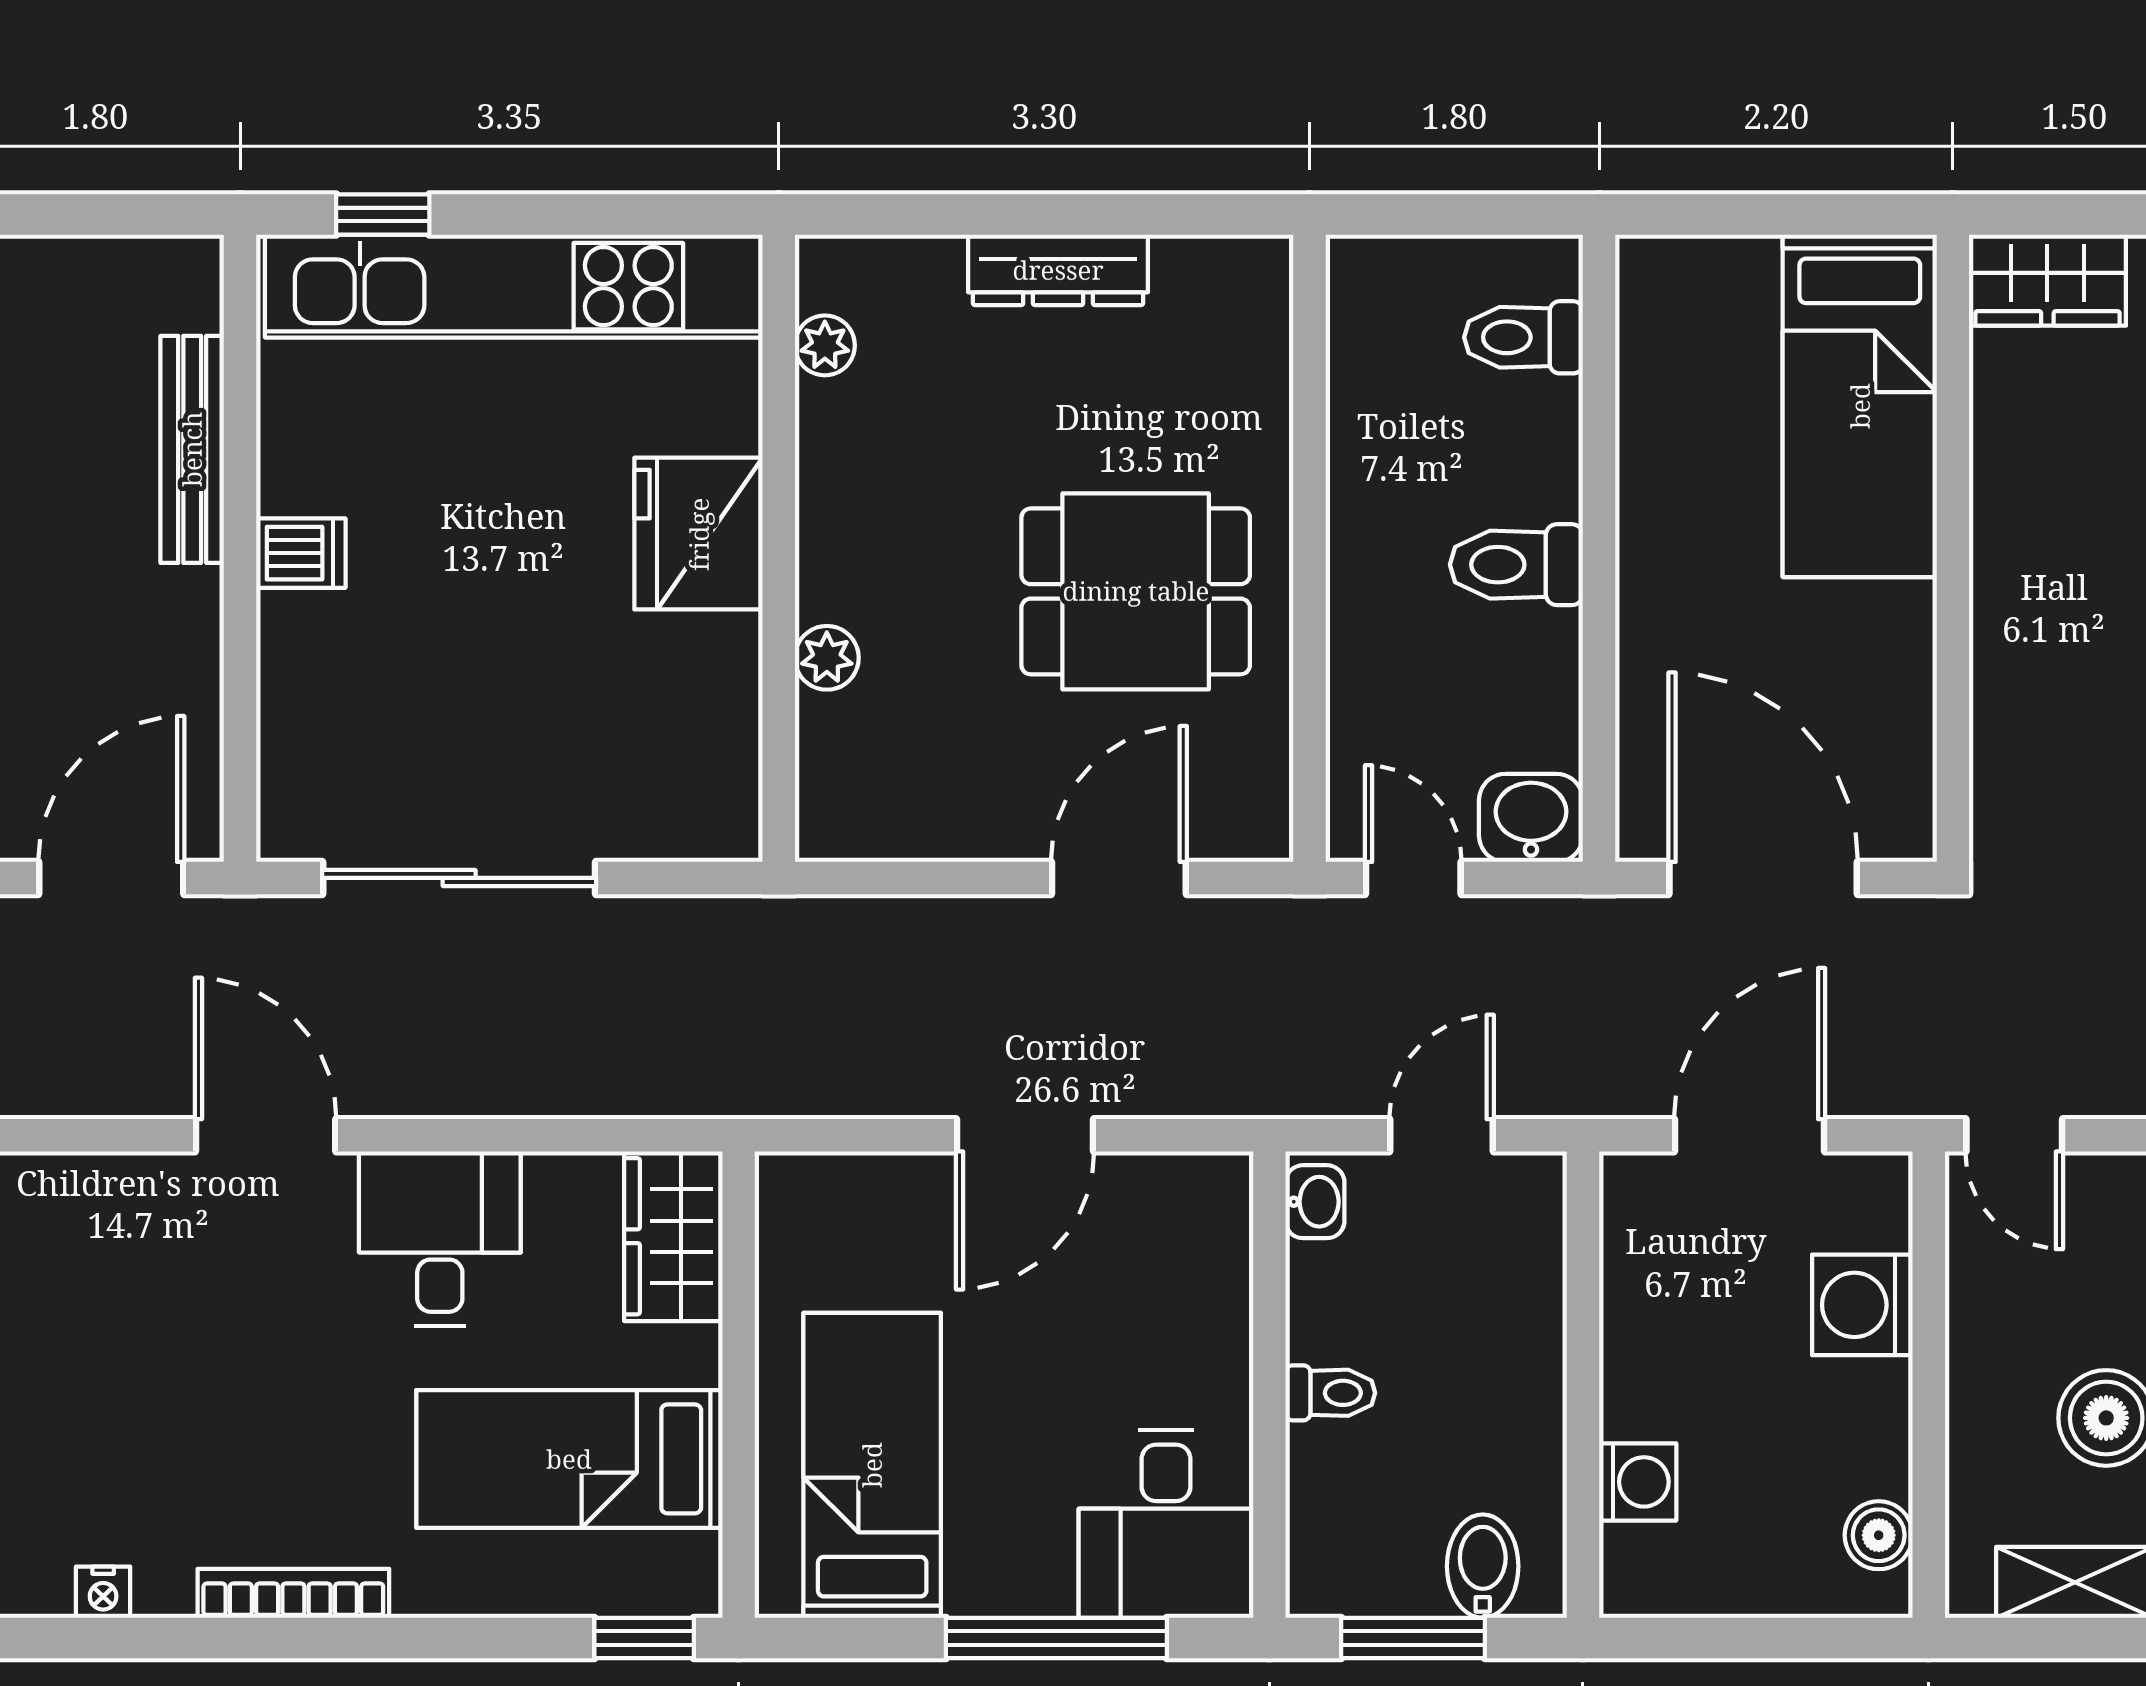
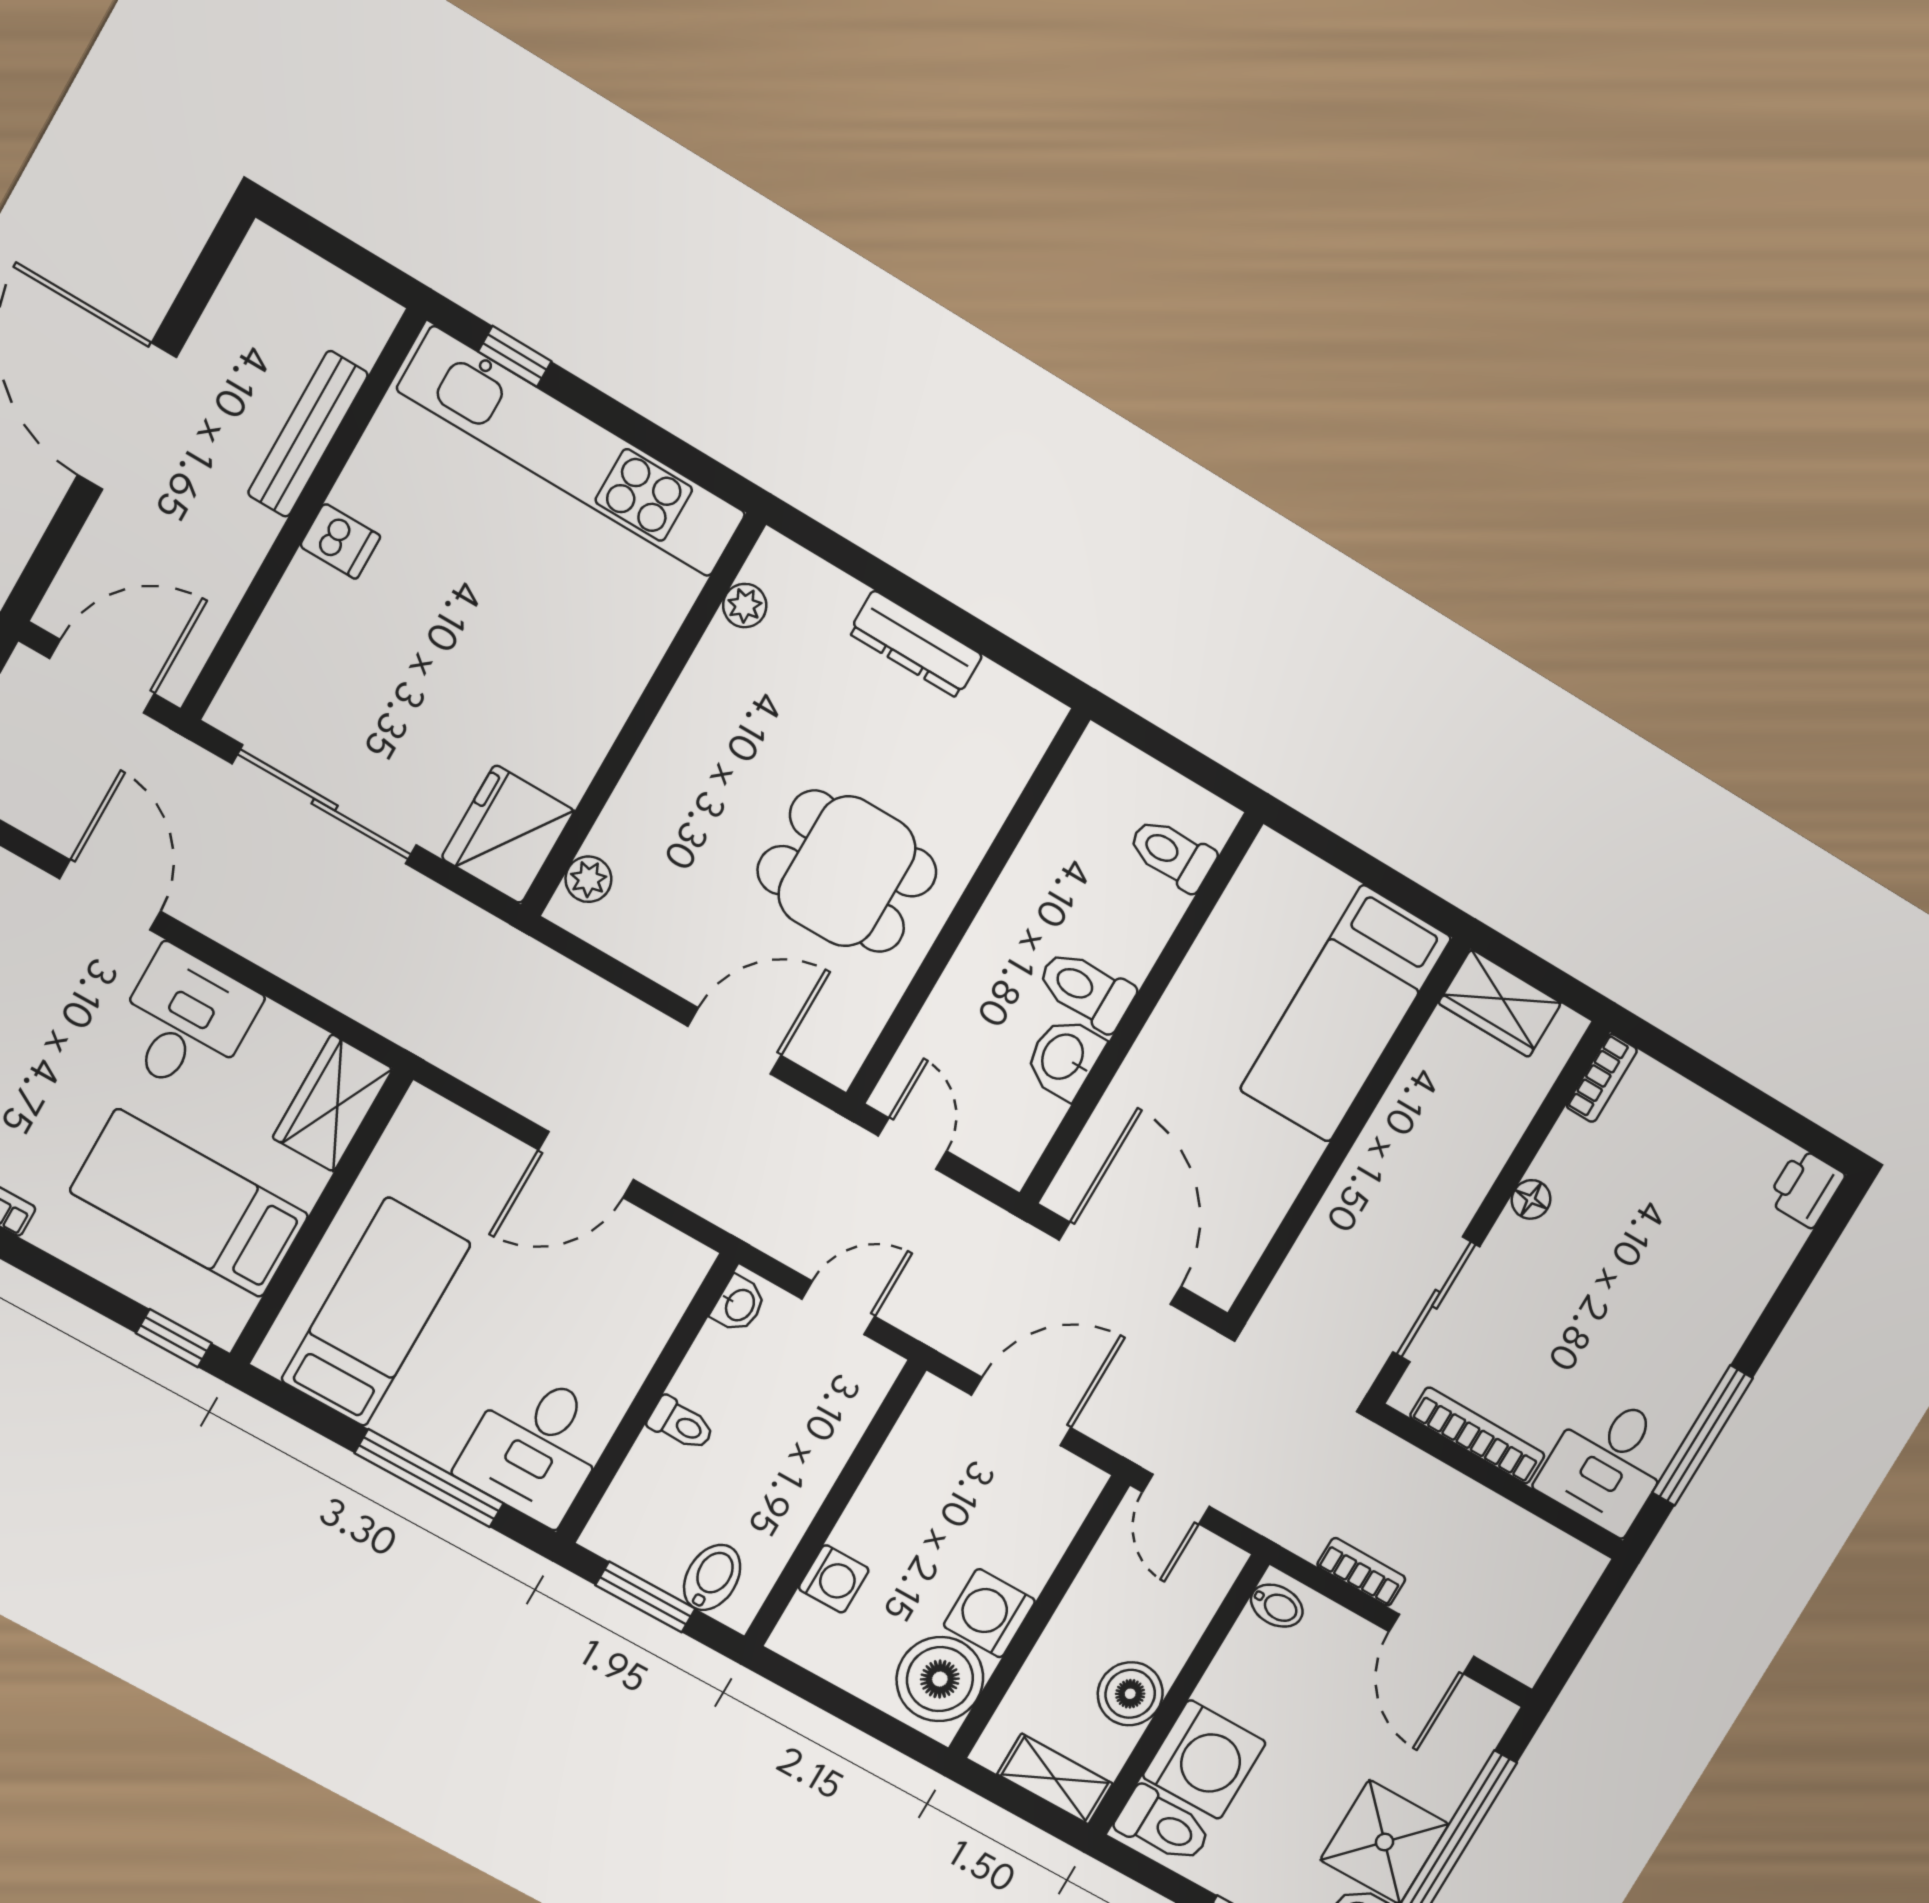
fridge: (699, 534) -> (508, 834), moved
plant: (827, 658) -> (588, 879), moved
washbasin: (1531, 818) -> (1064, 1058), moved, turned -90
washing machine: (1862, 1305) -> (989, 1613), moved
boiler: (1879, 1535) -> (940, 1679), width x1.86, depth x1.86

